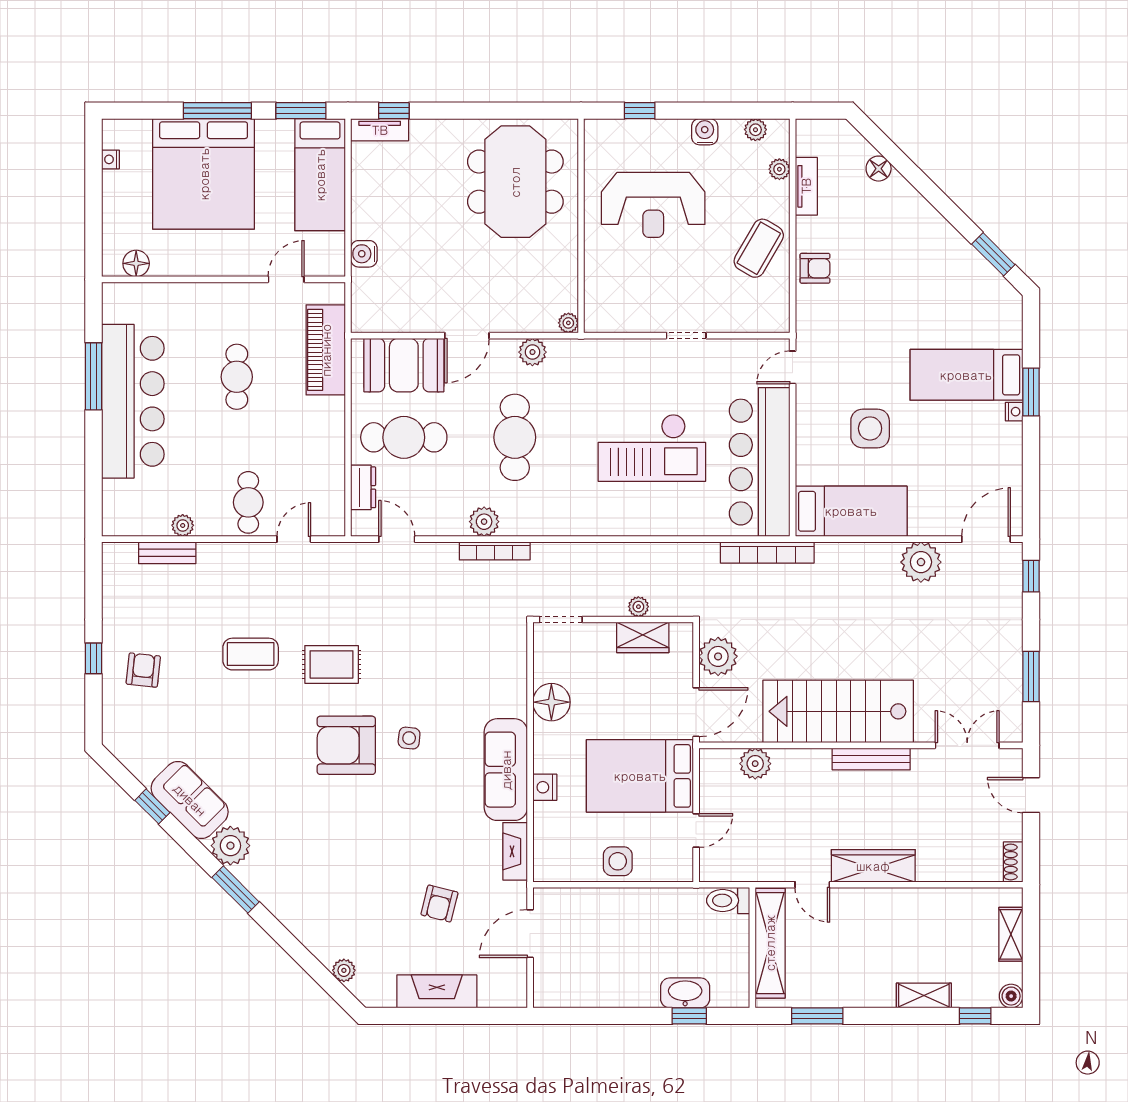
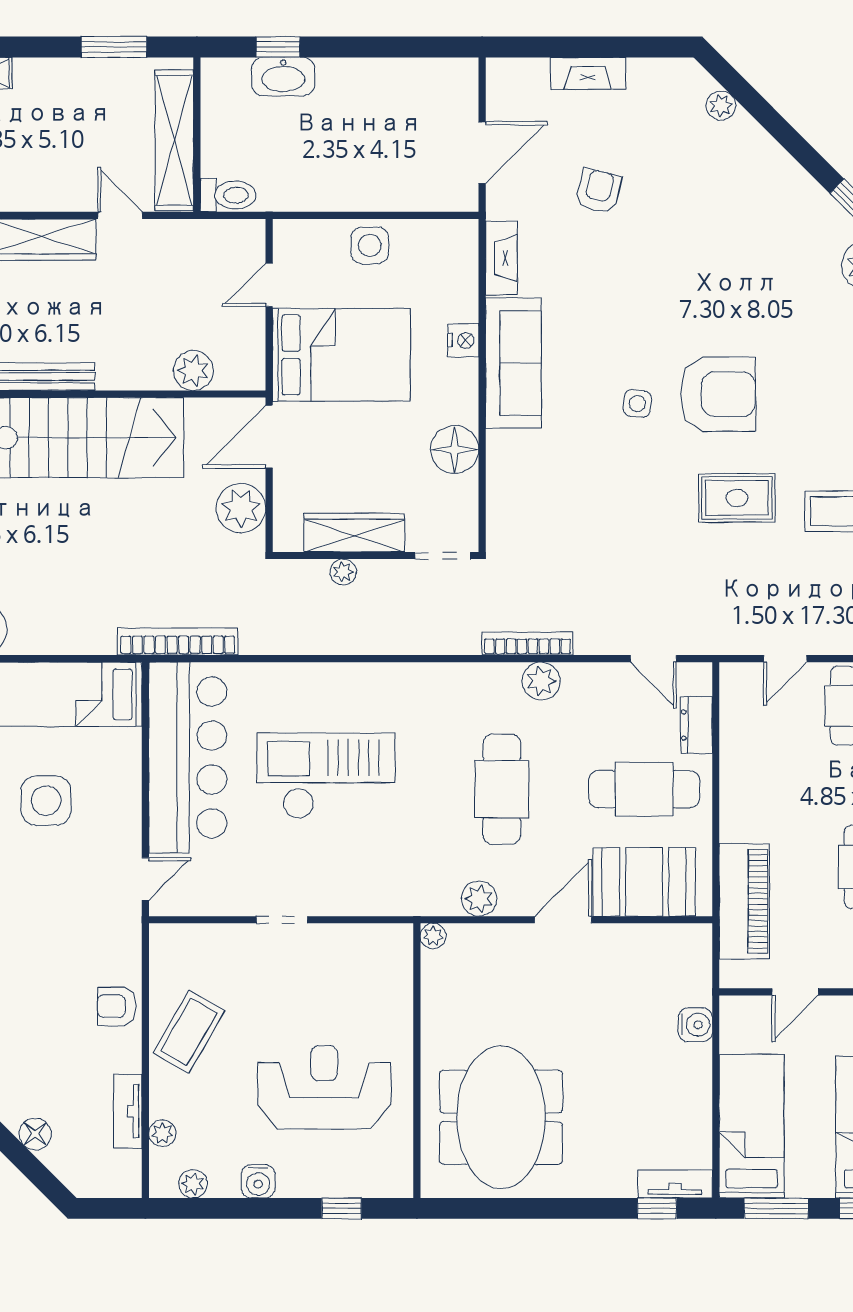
wardrobe: (643, 637) -> (354, 533), width x1.50
fireplace: (437, 991) -> (588, 73), width x0.73, depth x0.76

